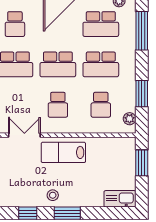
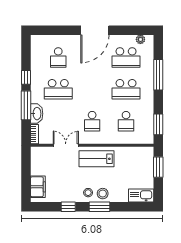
window: (142, 31) -> (158, 75), moved
school desk: (58, 64) -> (92, 89), removed
window: (142, 94) -> (158, 124), moved
plant: (130, 119) -> (149, 132), removed
stool: (71, 196) -> (103, 194), added

